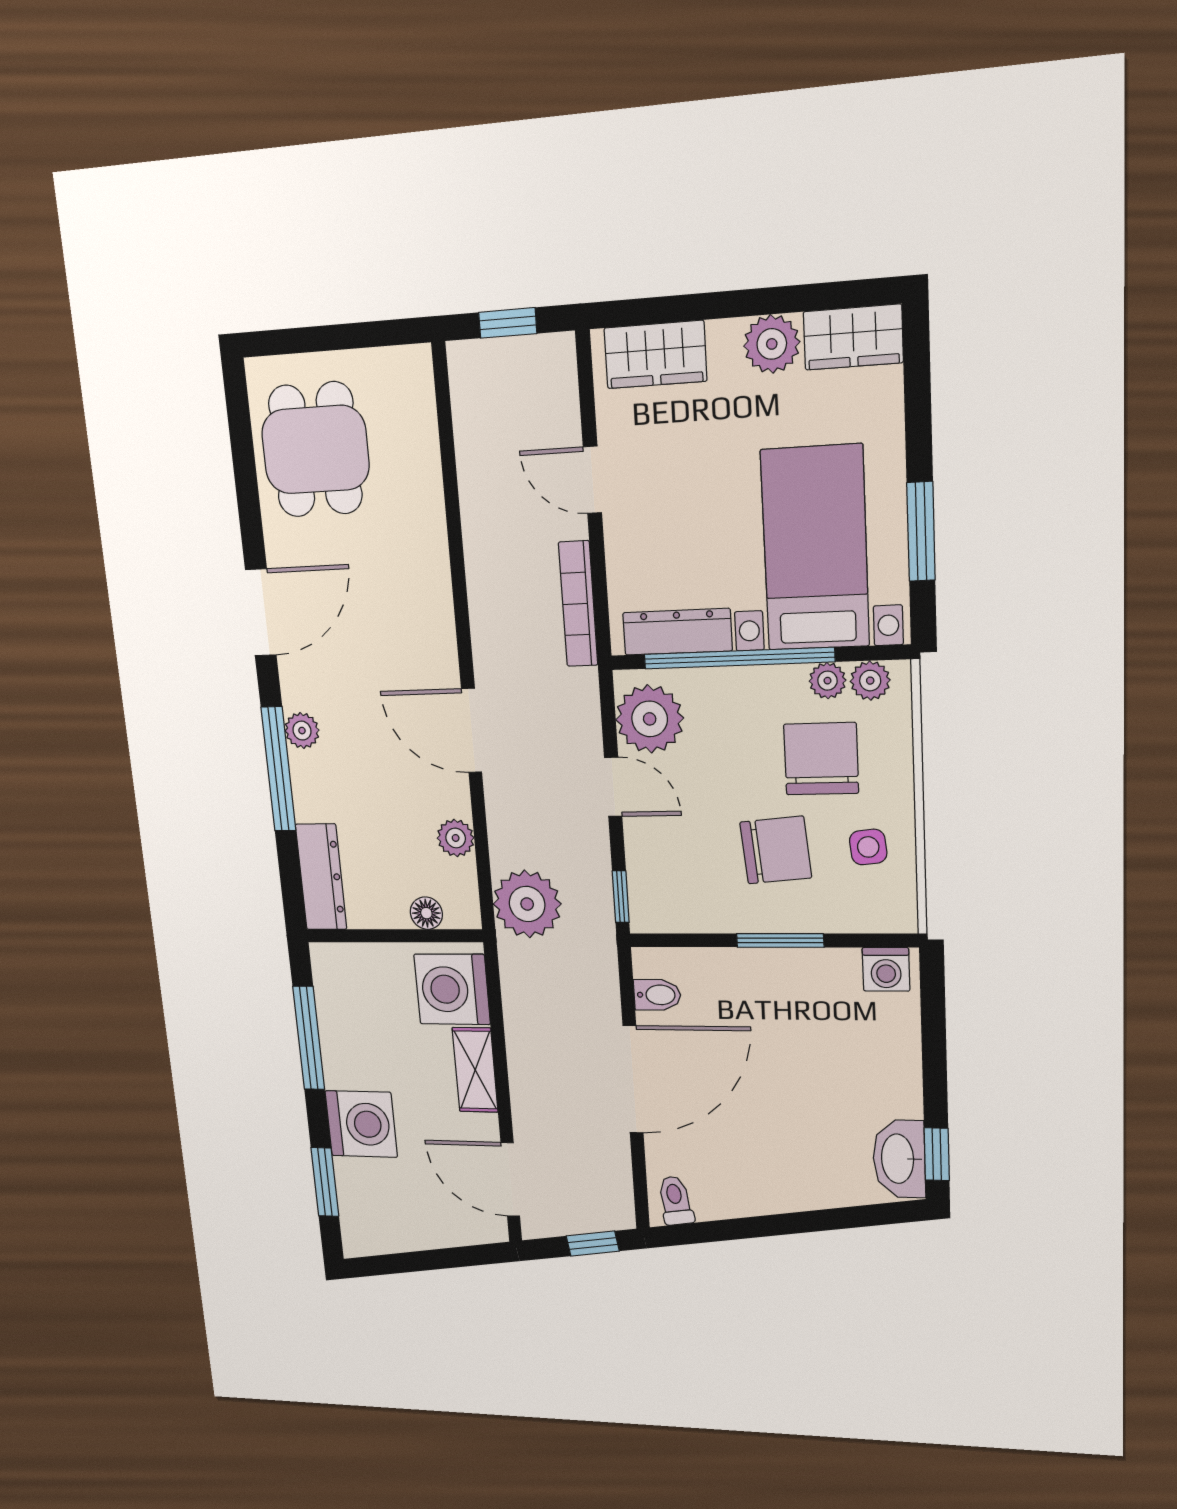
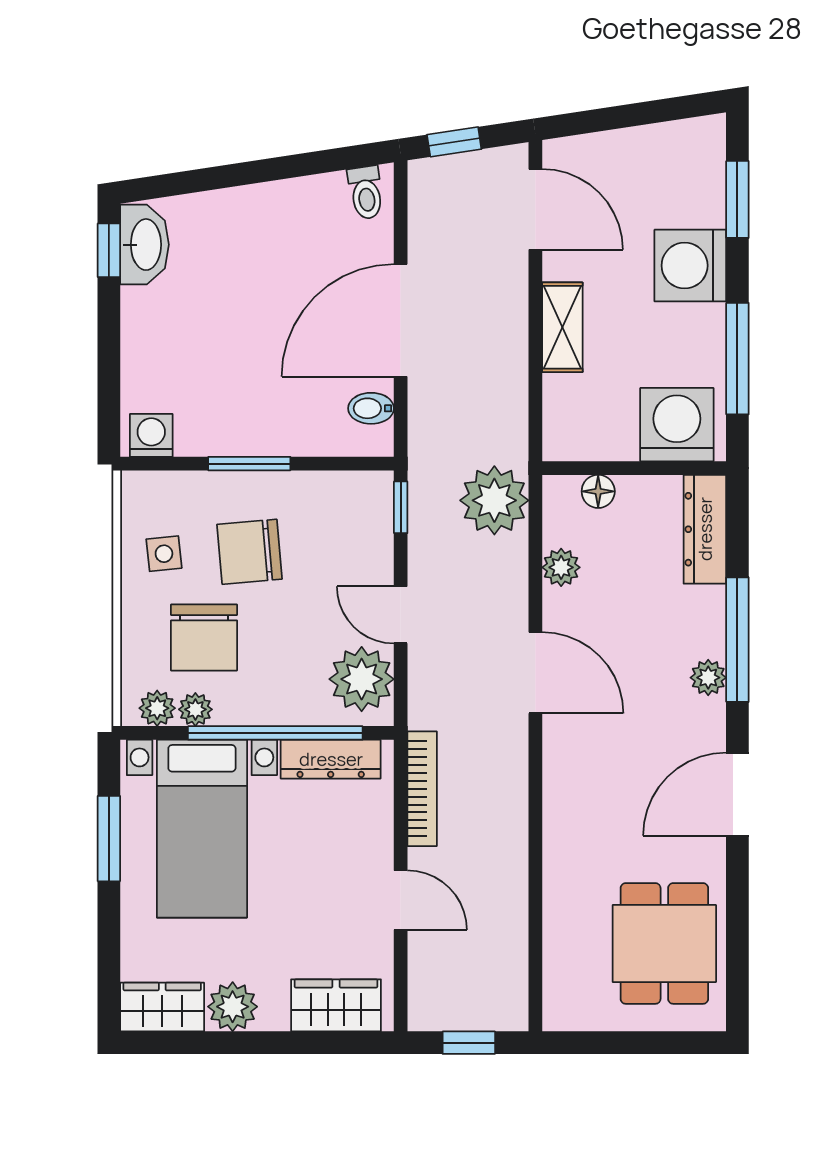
washing machine: (452, 989) -> (677, 425), moved, turned -90

